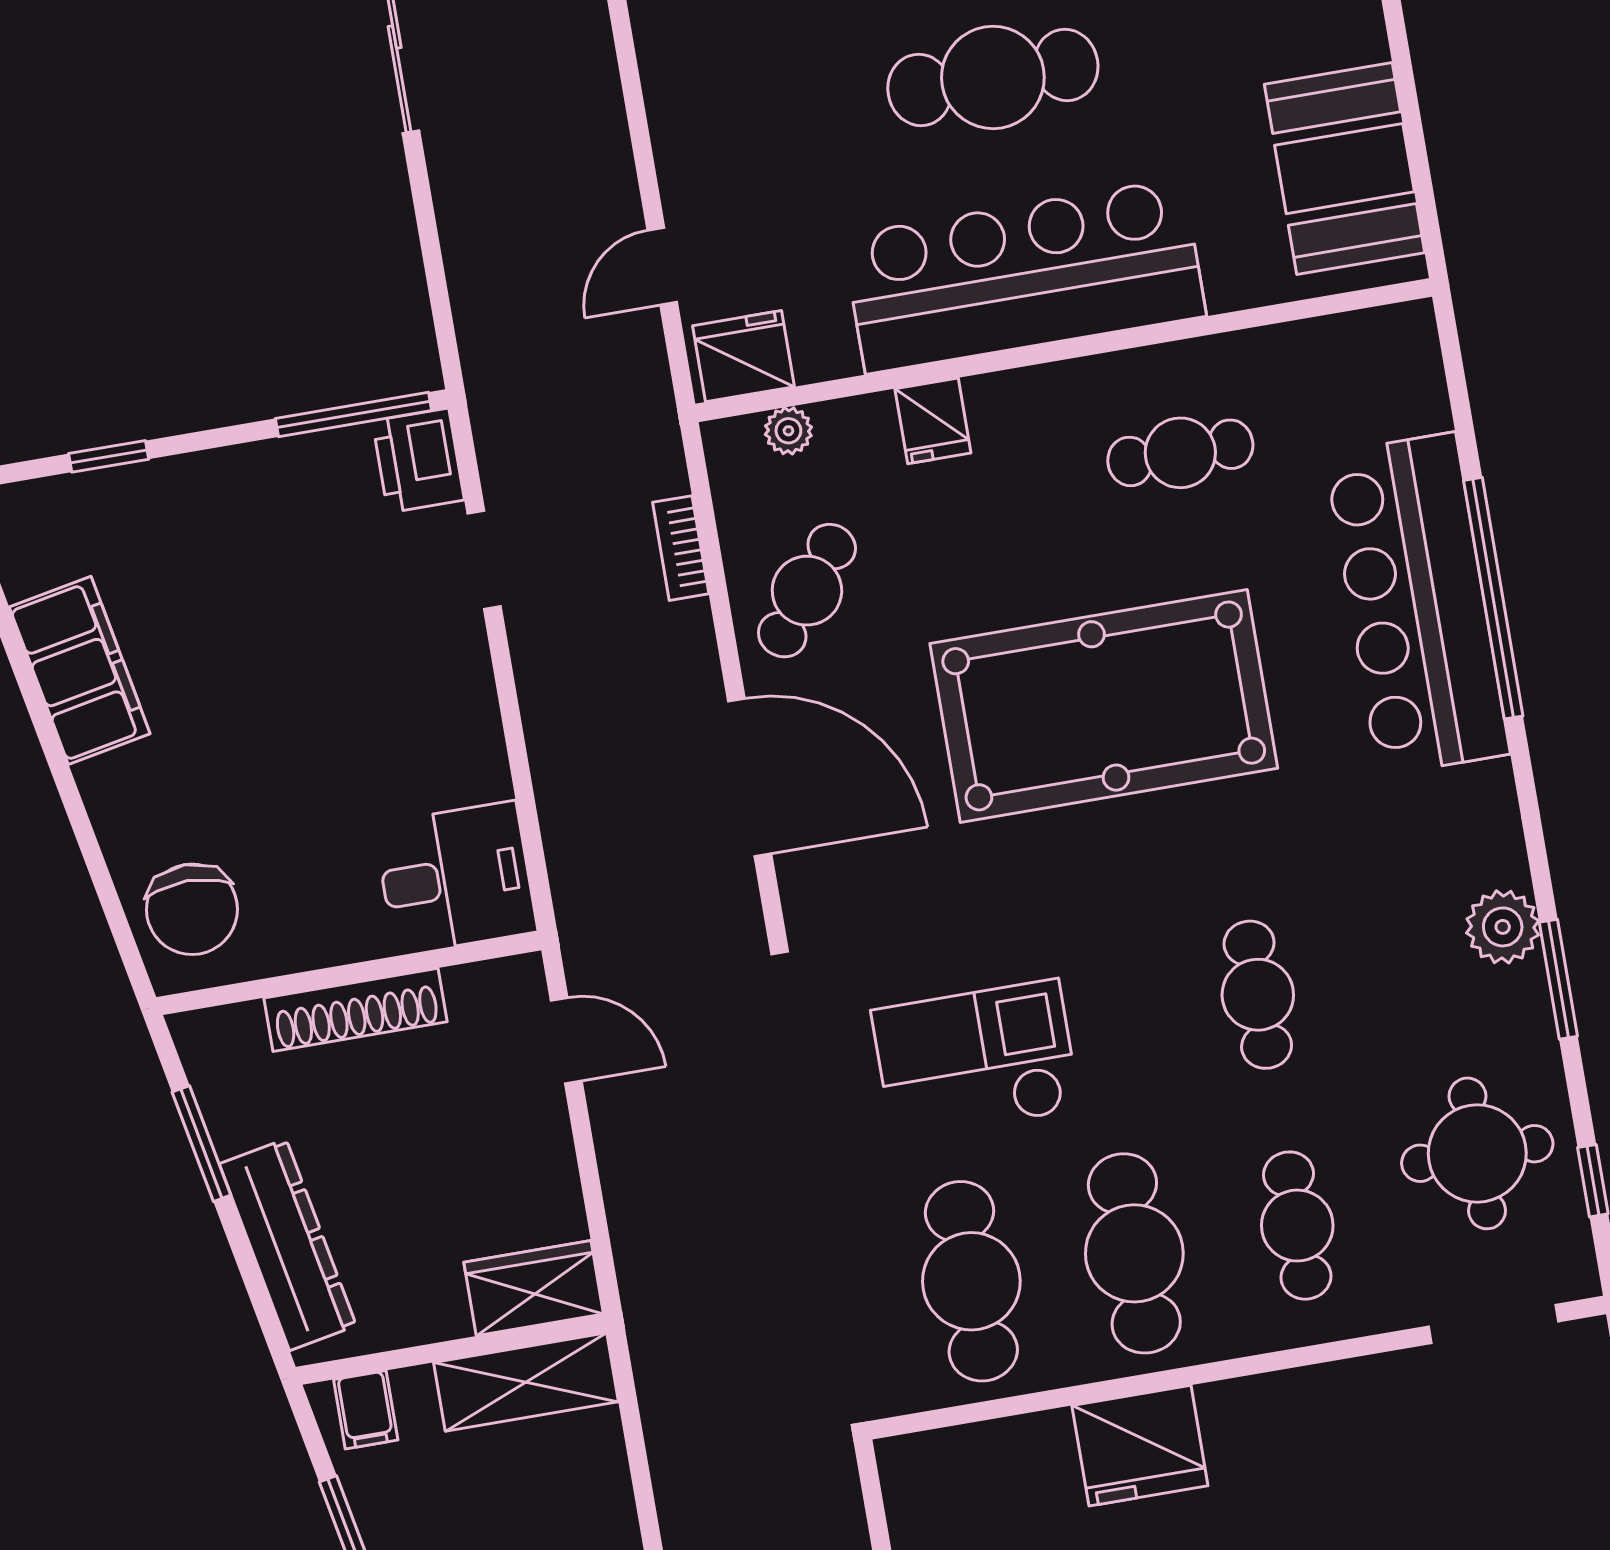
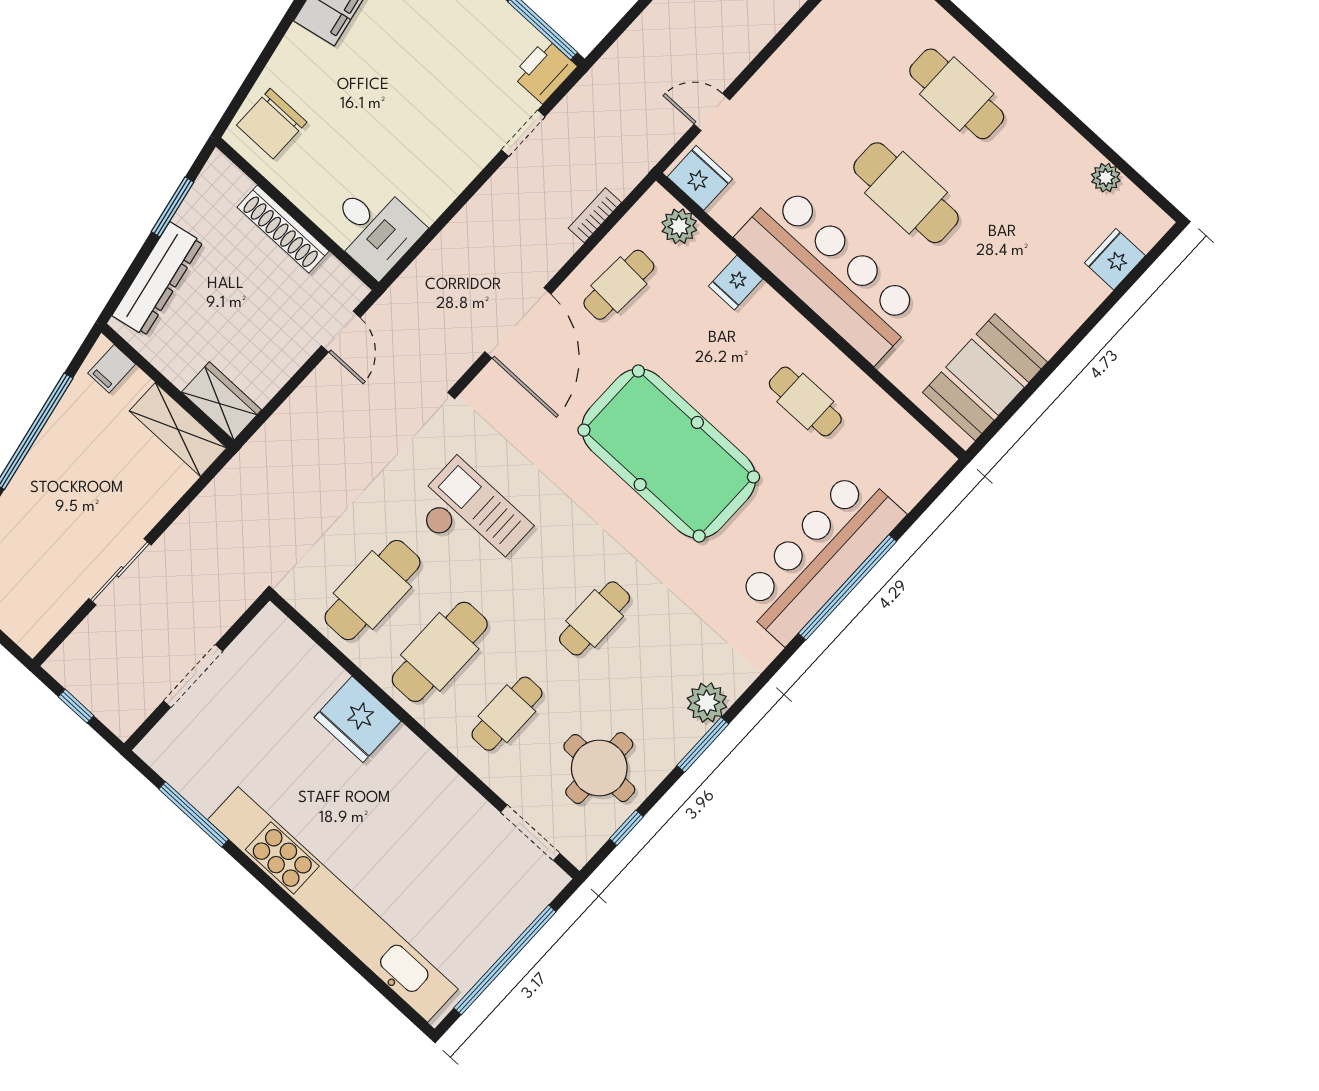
plant: (788, 431) -> (679, 226), width x1.38, depth x1.38
cafe table: (807, 591) -> (619, 285), turned -36

